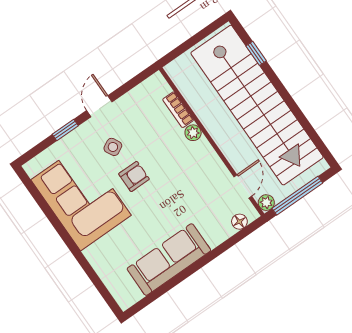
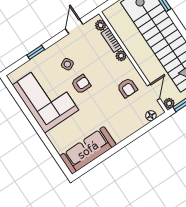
plant: (161, 88) -> (101, 25), added
door: (99, 106) -> (74, 27), moved
armchair: (203, 181) -> (127, 88), added
sofa: (169, 260) -> (88, 150), moved

